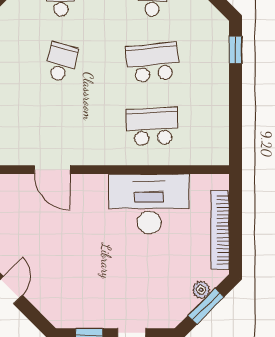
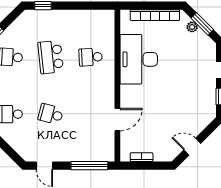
school desk: (153, 127) -> (91, 57), width x0.54

